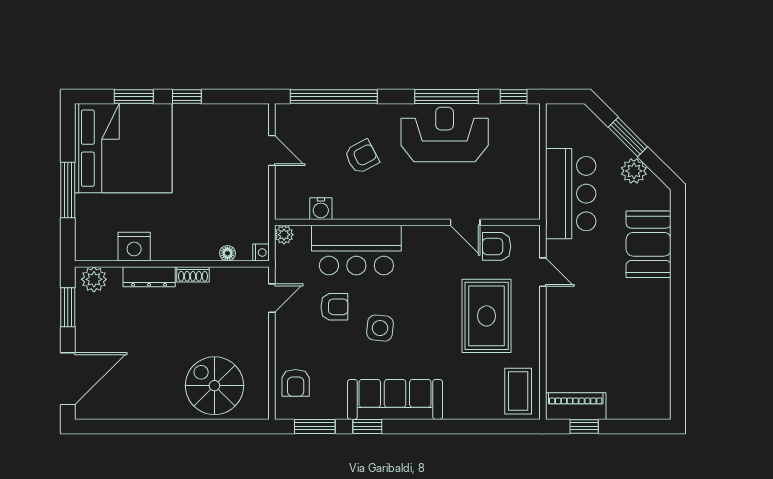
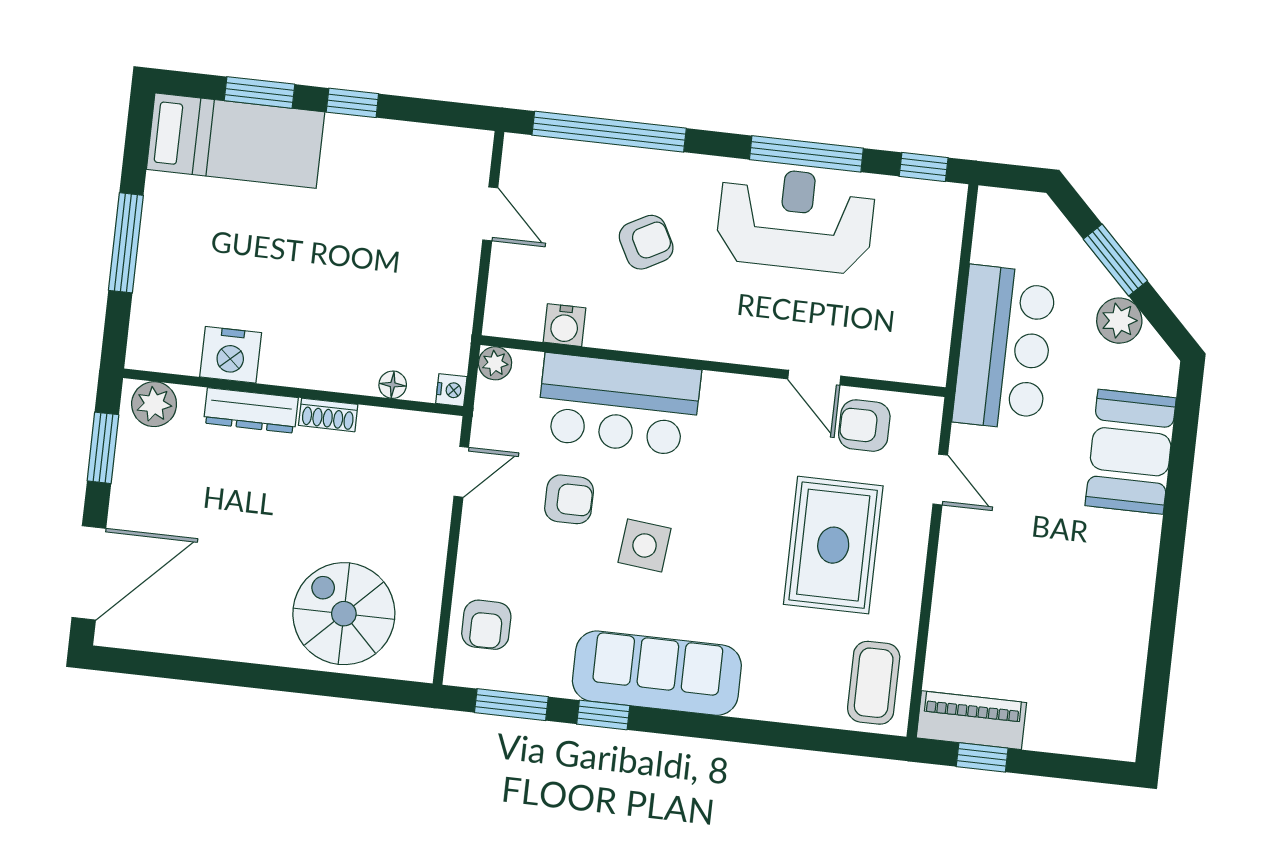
bed: (123, 148) -> (236, 141), width x0.49

